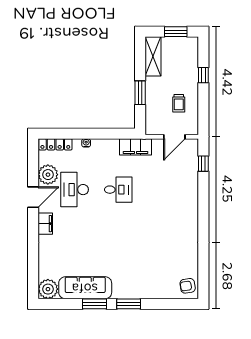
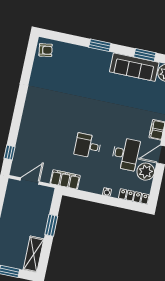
trolley: (179, 103) -> (20, 209), removed
window: (94, 304) -> (145, 55), moved

